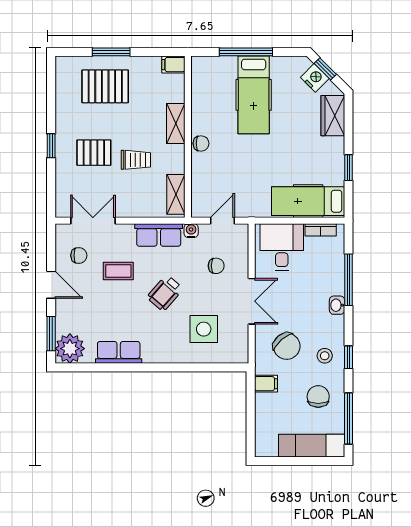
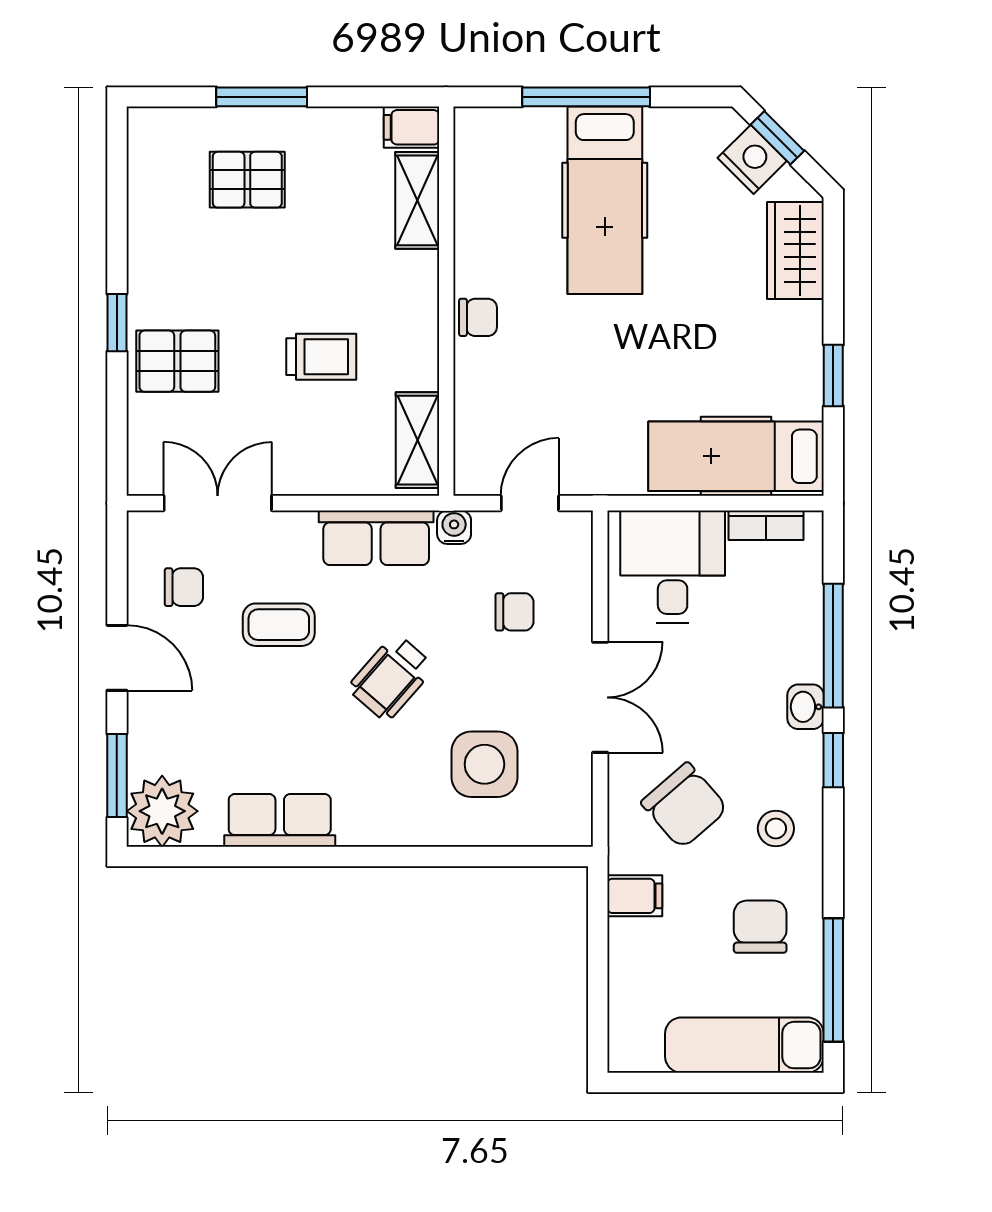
pallet: (105, 86) -> (247, 180), width x0.67, depth x0.71
shelving: (176, 123) -> (417, 200), moved
pallet: (94, 153) -> (177, 361), moved
window: (349, 357) -> (833, 760), moved

